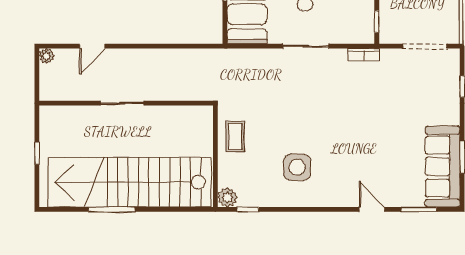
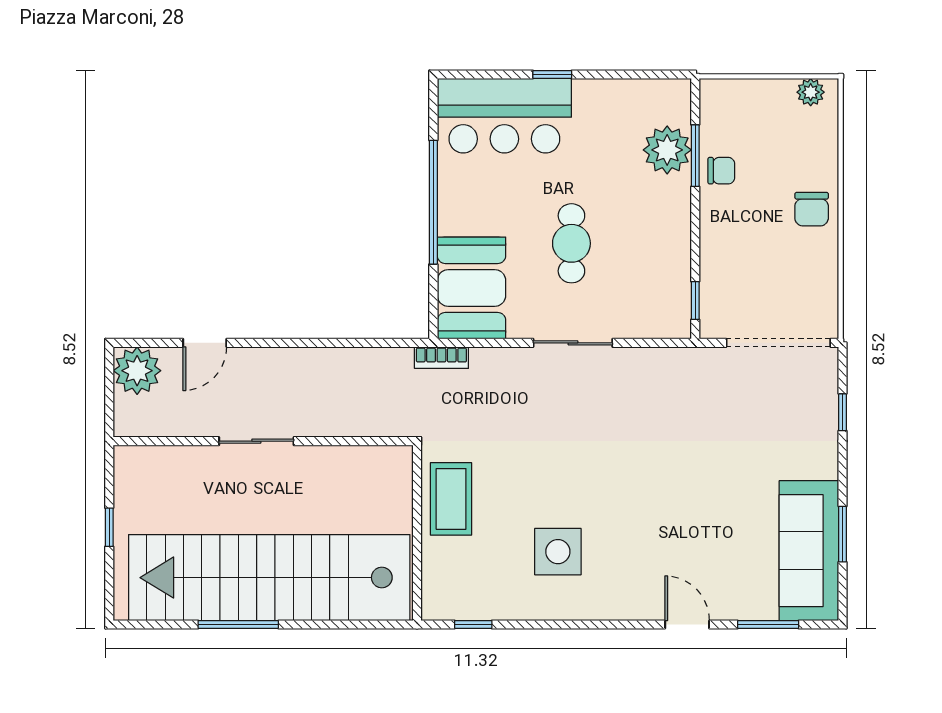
doorway: (425, 46) -> (778, 343), width x1.36
bookcase: (364, 55) -> (441, 358), moved
plant: (47, 56) -> (137, 371), width x1.88, depth x1.88
coffee table: (235, 137) -> (451, 499), width x1.36, depth x1.30
plant: (227, 197) -> (438, 604), removed

